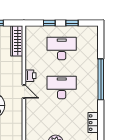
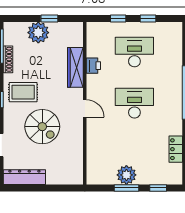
wardrobe: (17, 41) -> (75, 67), moved
printer: (30, 76) -> (93, 66), moved

